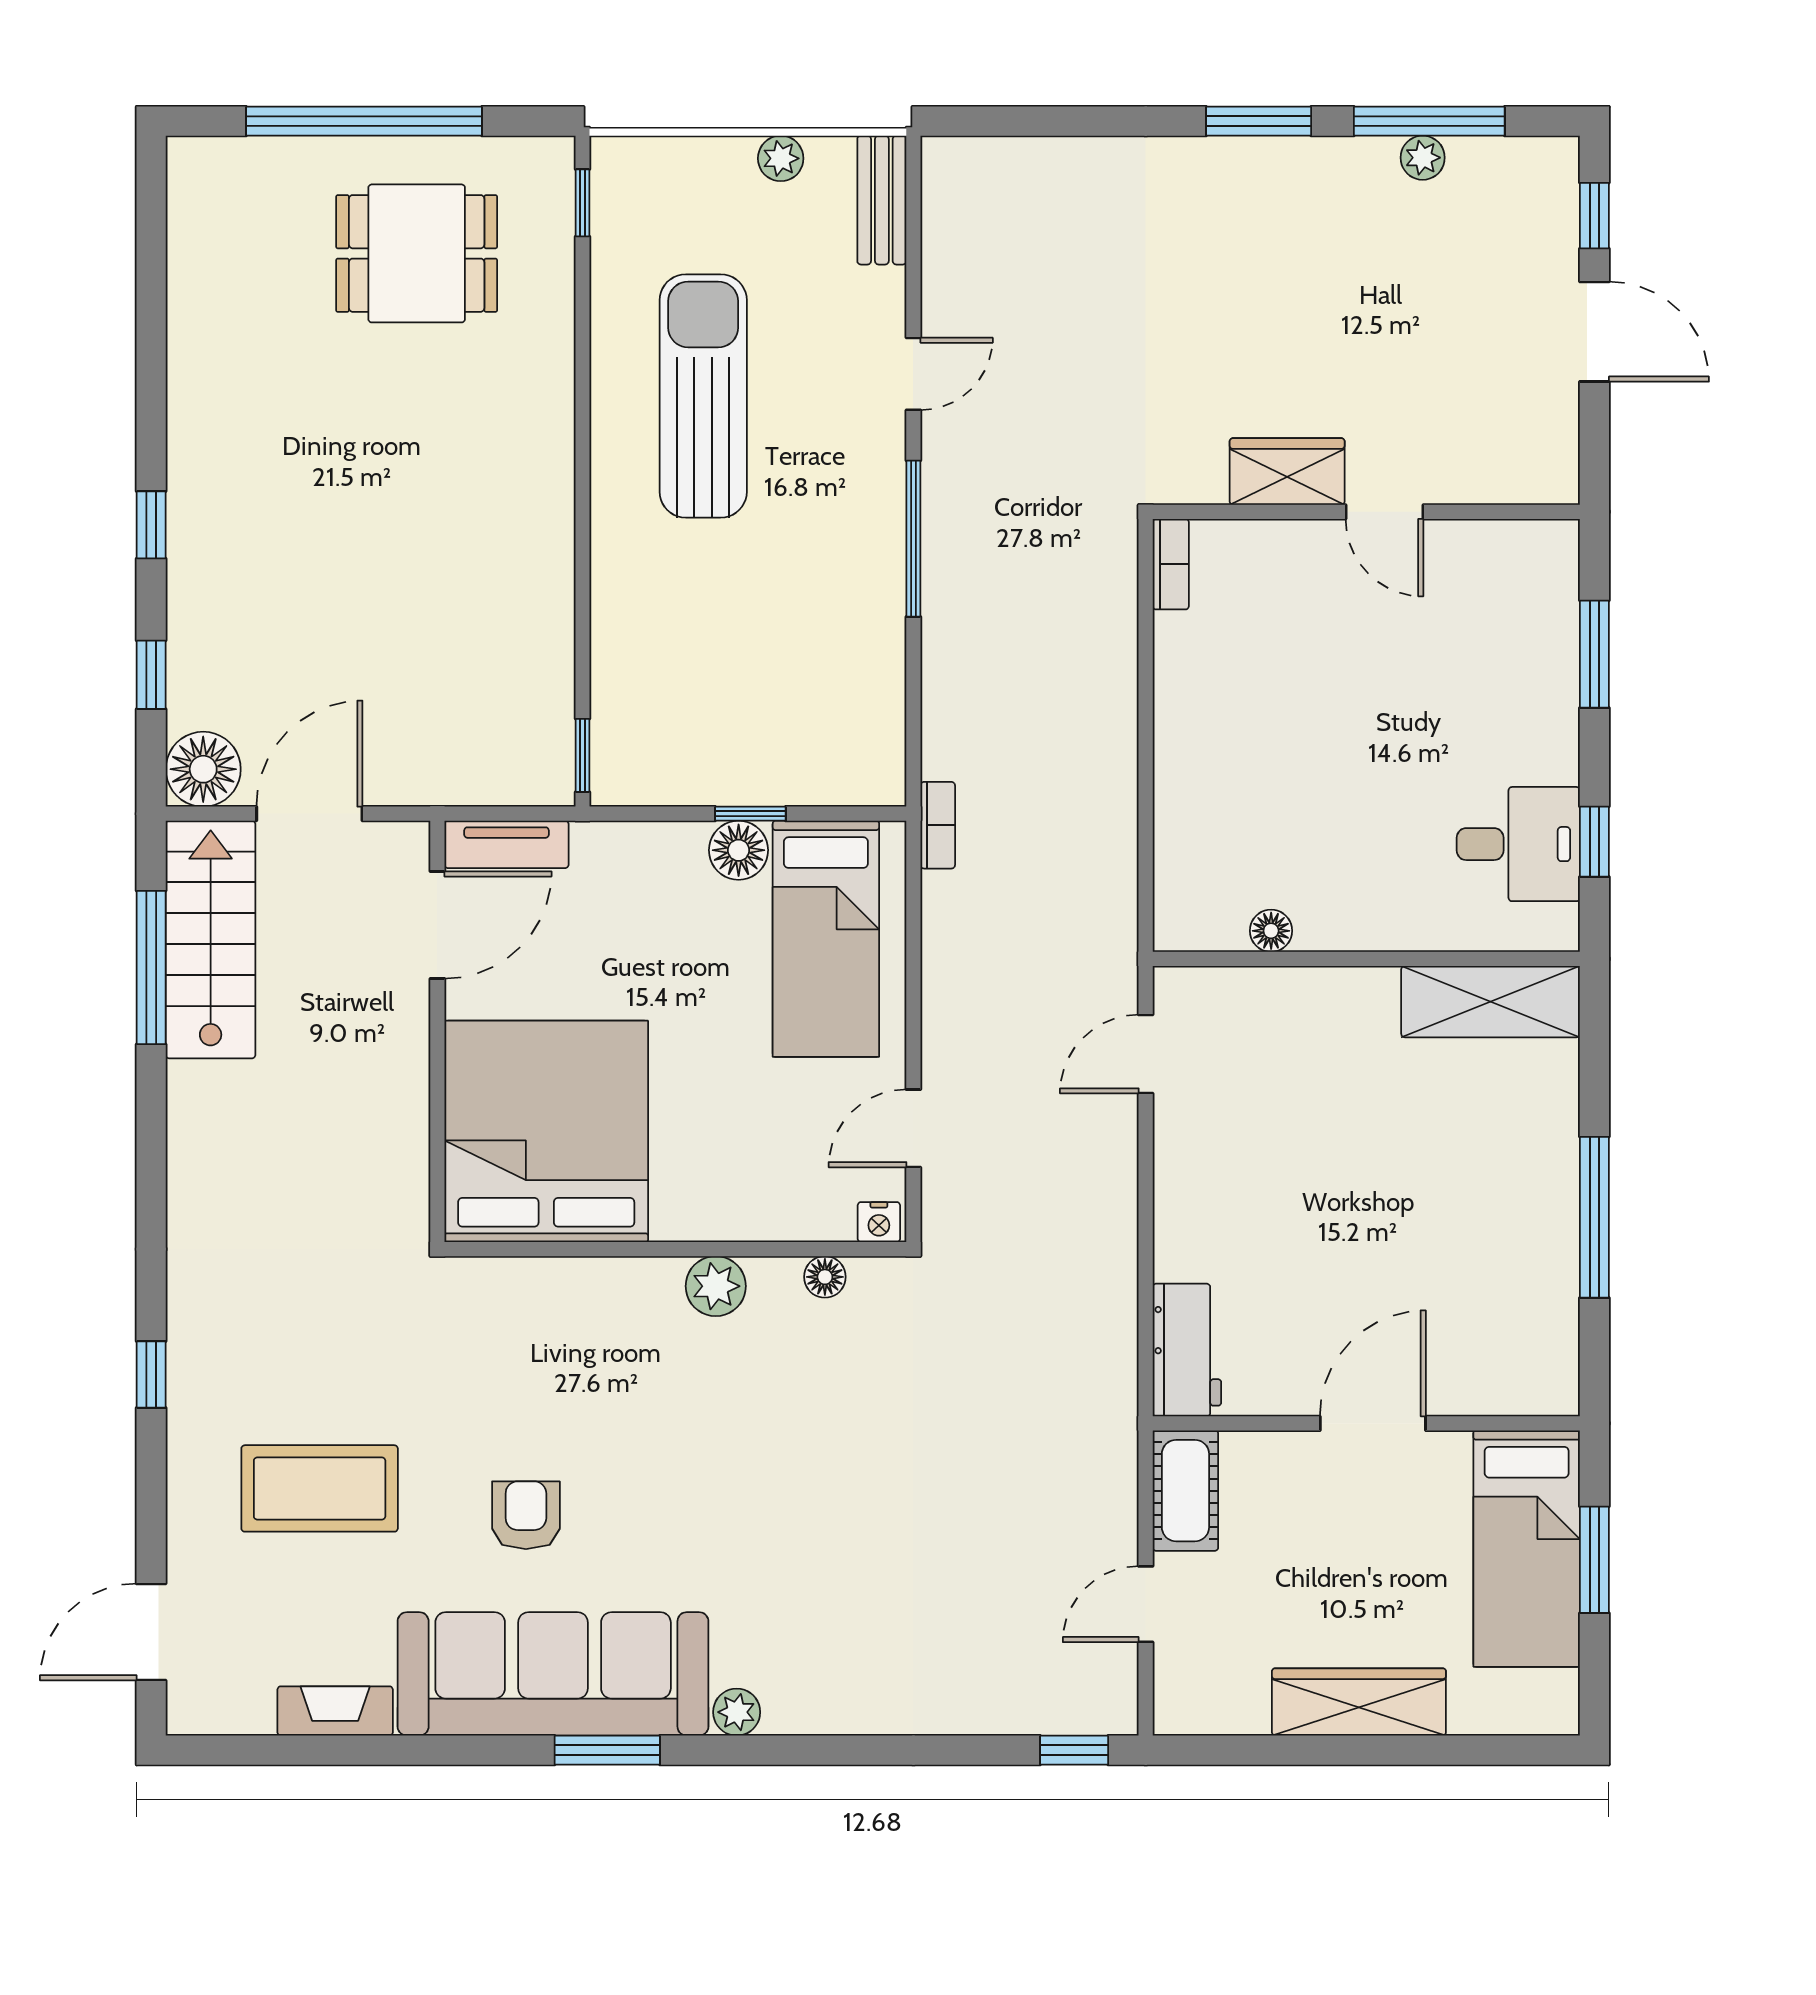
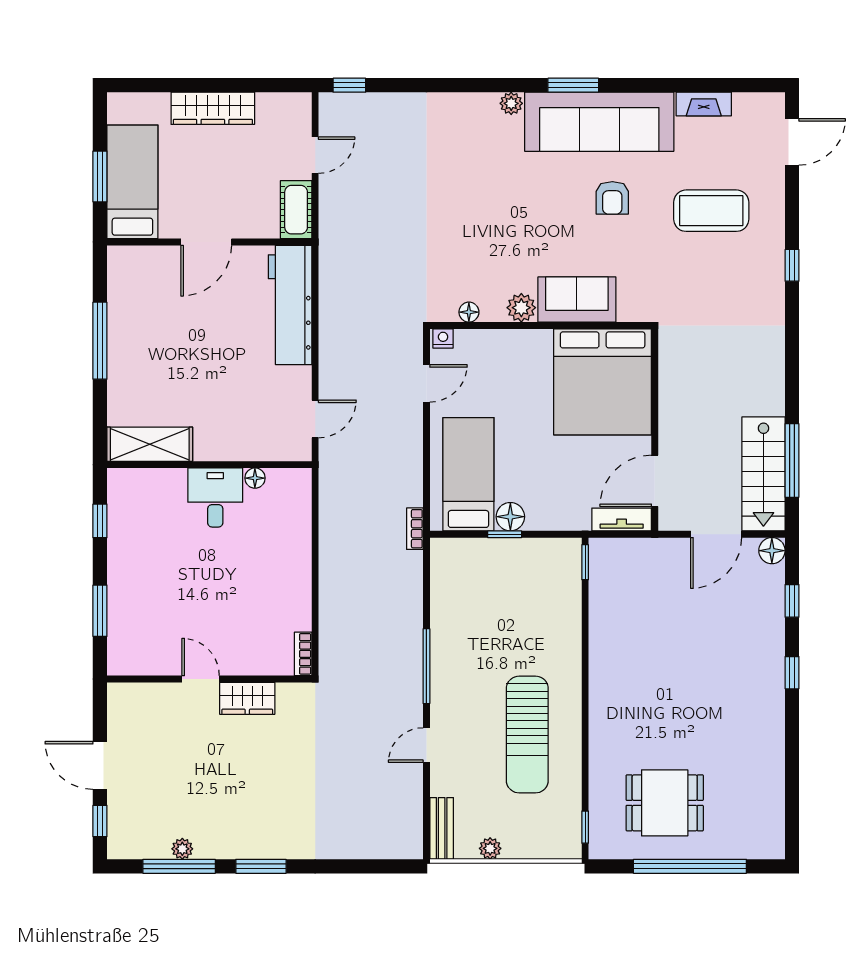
floor lamp: (203, 769) -> (772, 551), width x0.73, depth x0.73
desk: (1518, 844) -> (215, 497), moved, turned 90
sofa: (600, 1303) -> (577, 300), added
workbench: (1187, 1350) -> (290, 305), width x1.88, depth x1.32

